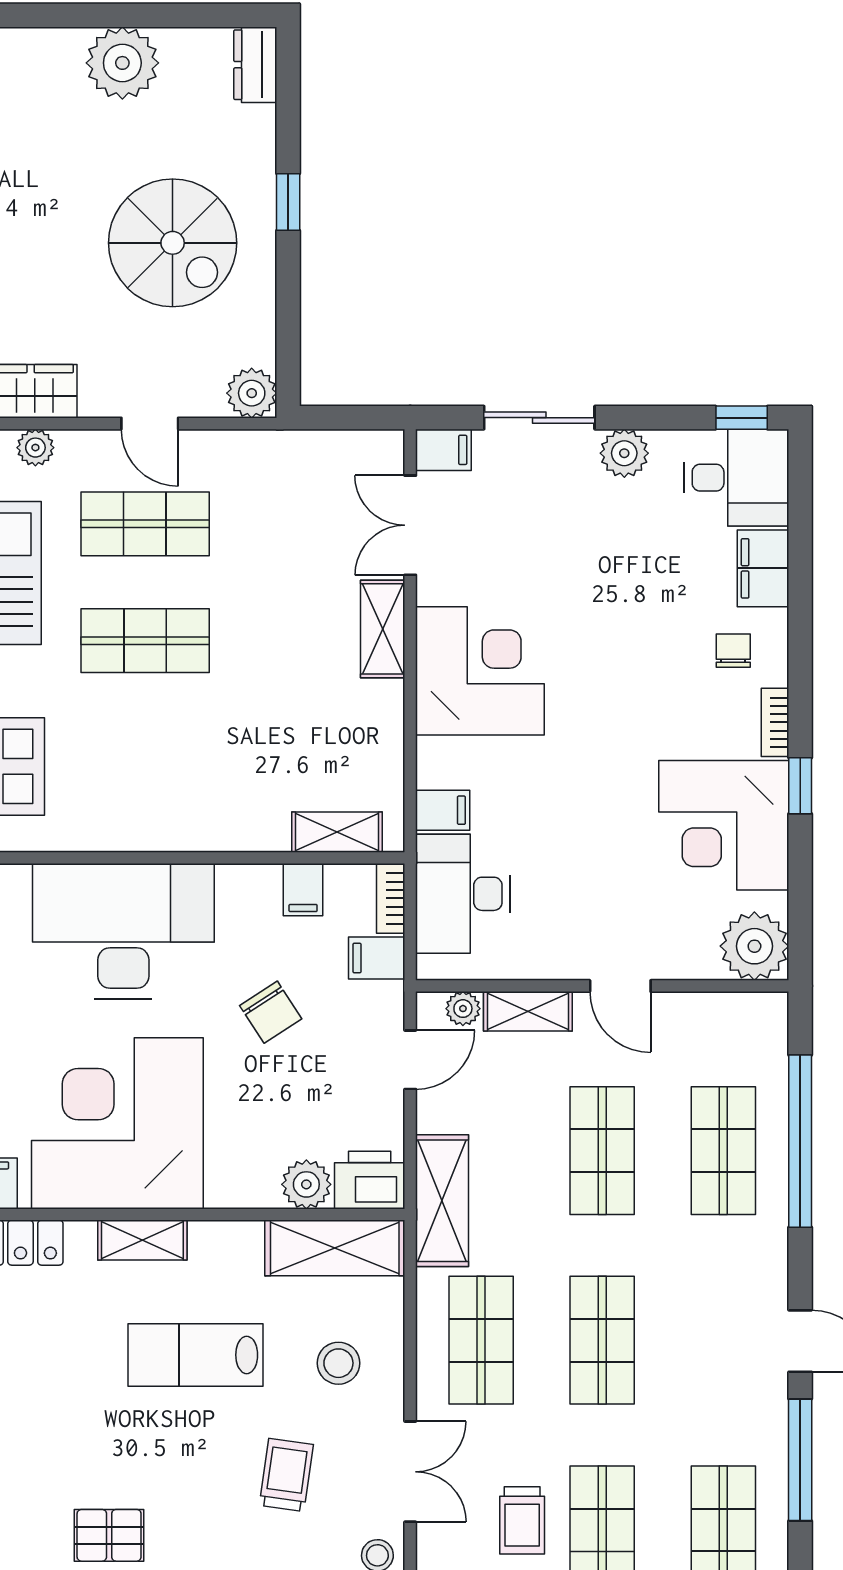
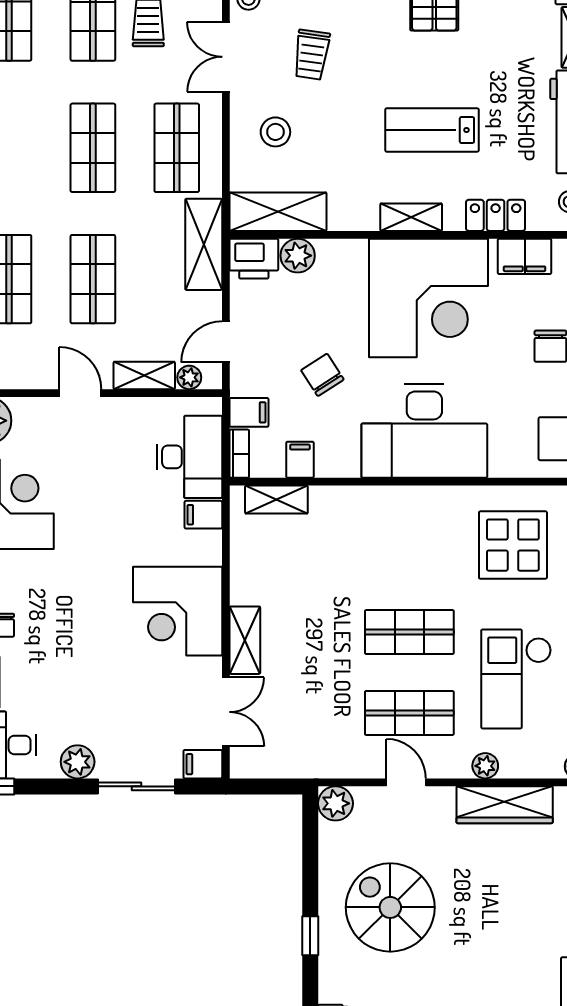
lab bench: (196, 1355) -> (432, 130), moved, turned 180

